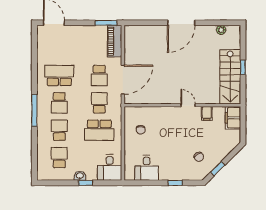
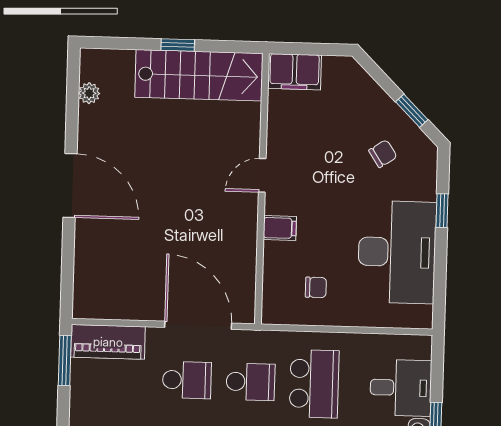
school desk: (99, 103) -> (250, 382), turned 180
filing cabinet: (207, 113) -> (280, 228), moved
desk: (110, 167) -> (401, 388), moved
desk: (147, 168) -> (397, 252), width x1.87, depth x1.30

